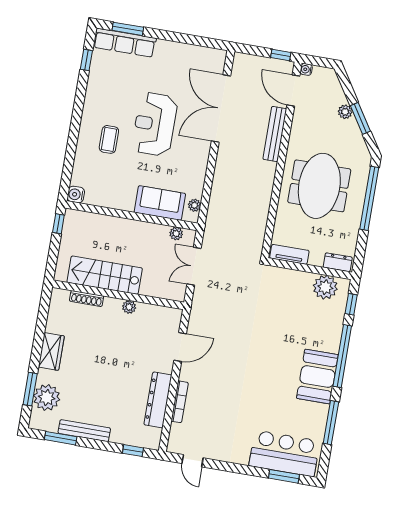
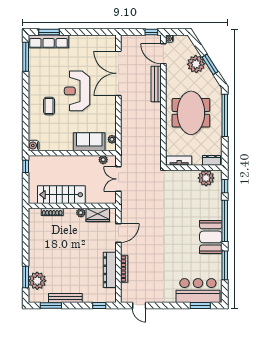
window: (86, 60) -> (26, 57), width x2.17
plant: (345, 112) -> (196, 64), width x1.88, depth x1.88
wardrobe: (51, 351) -> (98, 215), moved, turned 90

